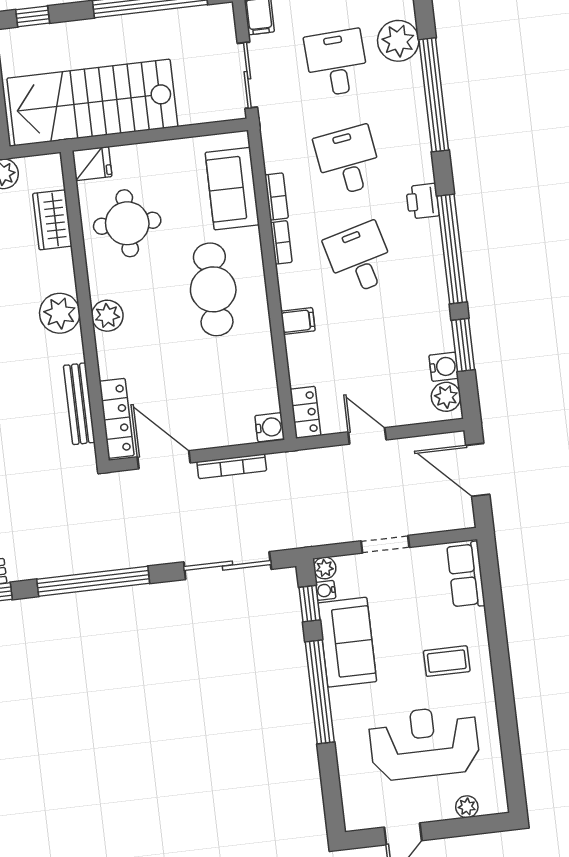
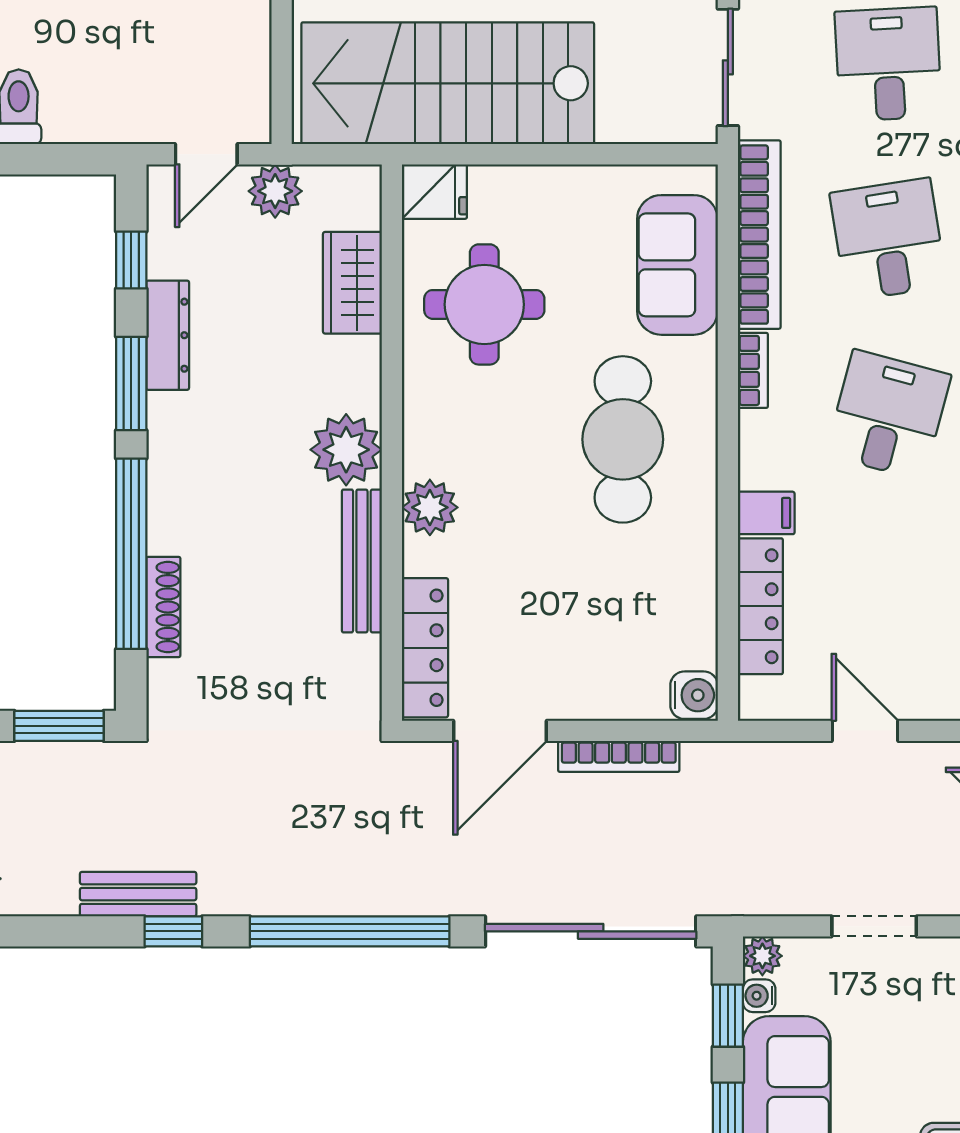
bookcase: (276, 196) -> (759, 235), width x2.31, depth x1.31
desk: (359, 258) -> (888, 415), turned 30
plant: (107, 316) -> (430, 507), moved
bench: (79, 404) -> (362, 561), moved
locker: (305, 412) -> (760, 606), moved, width x1.53
door: (164, 460) -> (500, 731), swing flipped
sliding door: (227, 566) -> (591, 931), width x1.36

